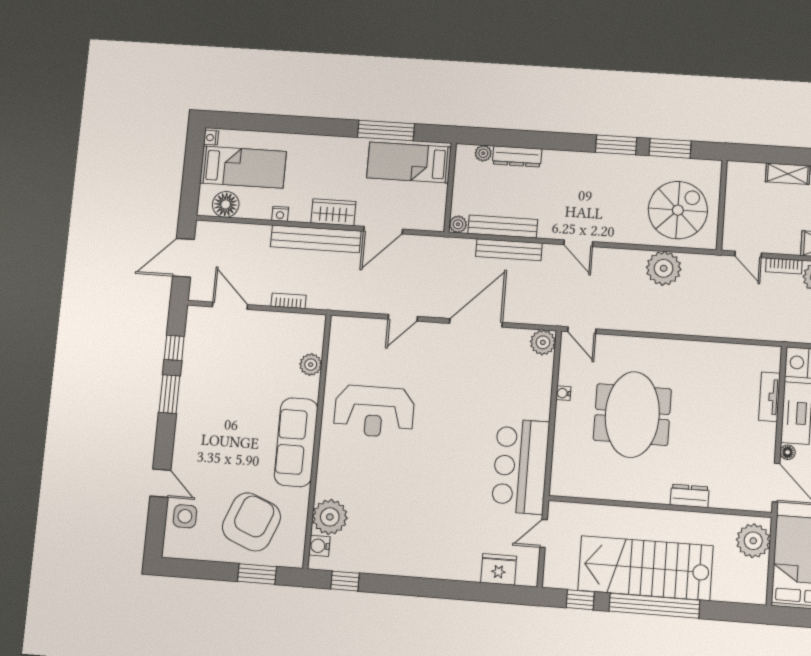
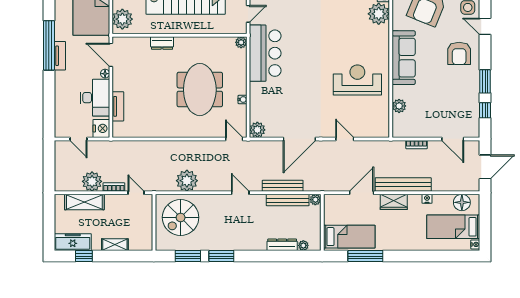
door: (403, 318) -> (345, 139), hinge flipped
armchair: (206, 442) -> (459, 53), added
plant: (559, 487) -> (241, 42), added

